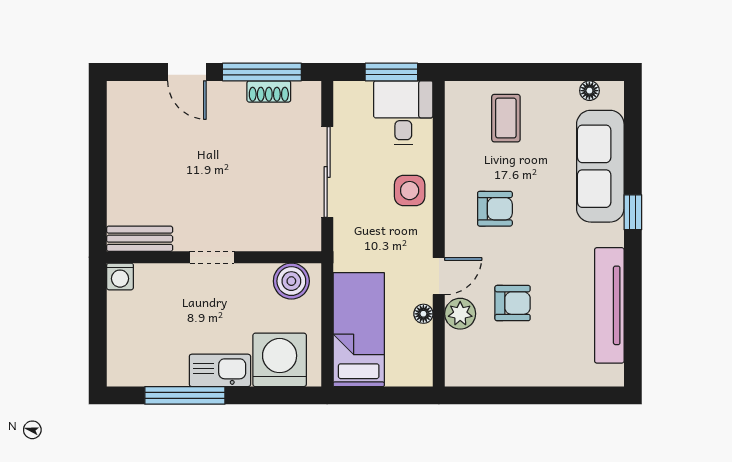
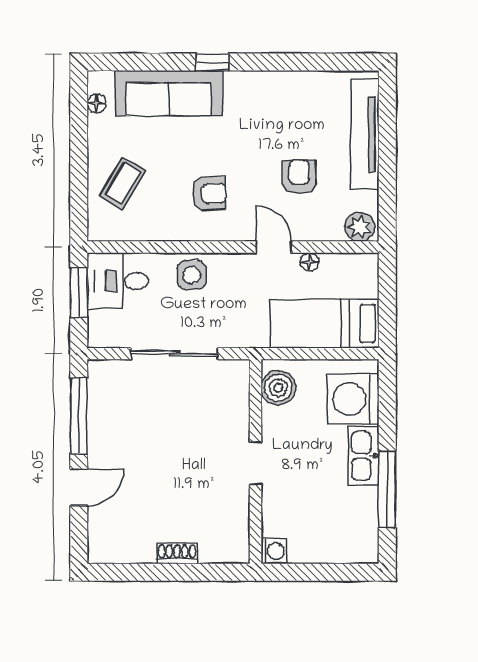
shoe rack: (269, 91) -> (177, 554), moved, turned -90
coffee table: (506, 118) -> (123, 183), turned -60
armchair: (495, 209) -> (209, 194), turned 88
bench: (140, 239) -> (238, 532), removed
tv unit: (609, 305) -> (365, 134), moved, turned 90
plant: (460, 314) -> (360, 227), moved

